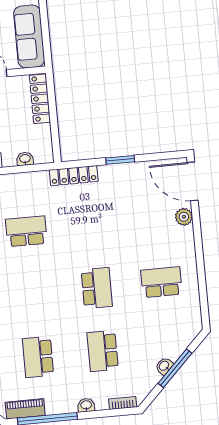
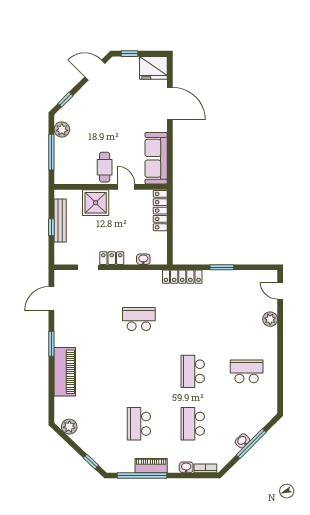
door: (193, 181) -> (280, 291), width x0.53
school desk: (97, 288) -> (193, 371), turned 180
washbasin: (86, 405) -> (186, 467), moved
piano: (25, 409) -> (151, 466), moved

